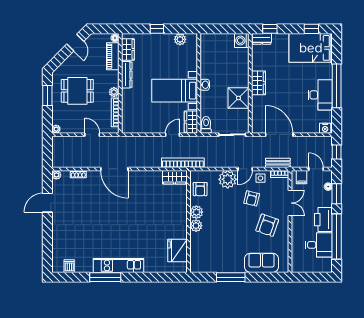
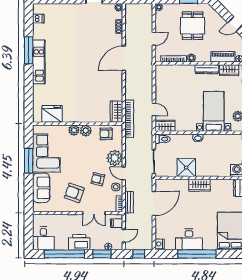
bed with nightstands: (175, 91) -> (214, 111), moved
desk: (319, 245) -> (43, 238), moved
corner sofa: (222, 257) -> (46, 153), added

